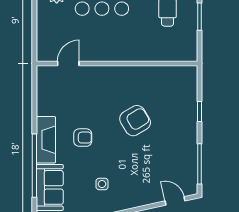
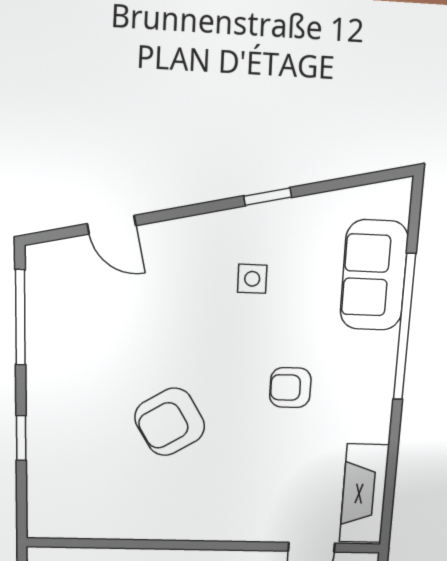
fireplace: (46, 140) -> (364, 494), moved
door: (175, 201) -> (111, 225), moved

